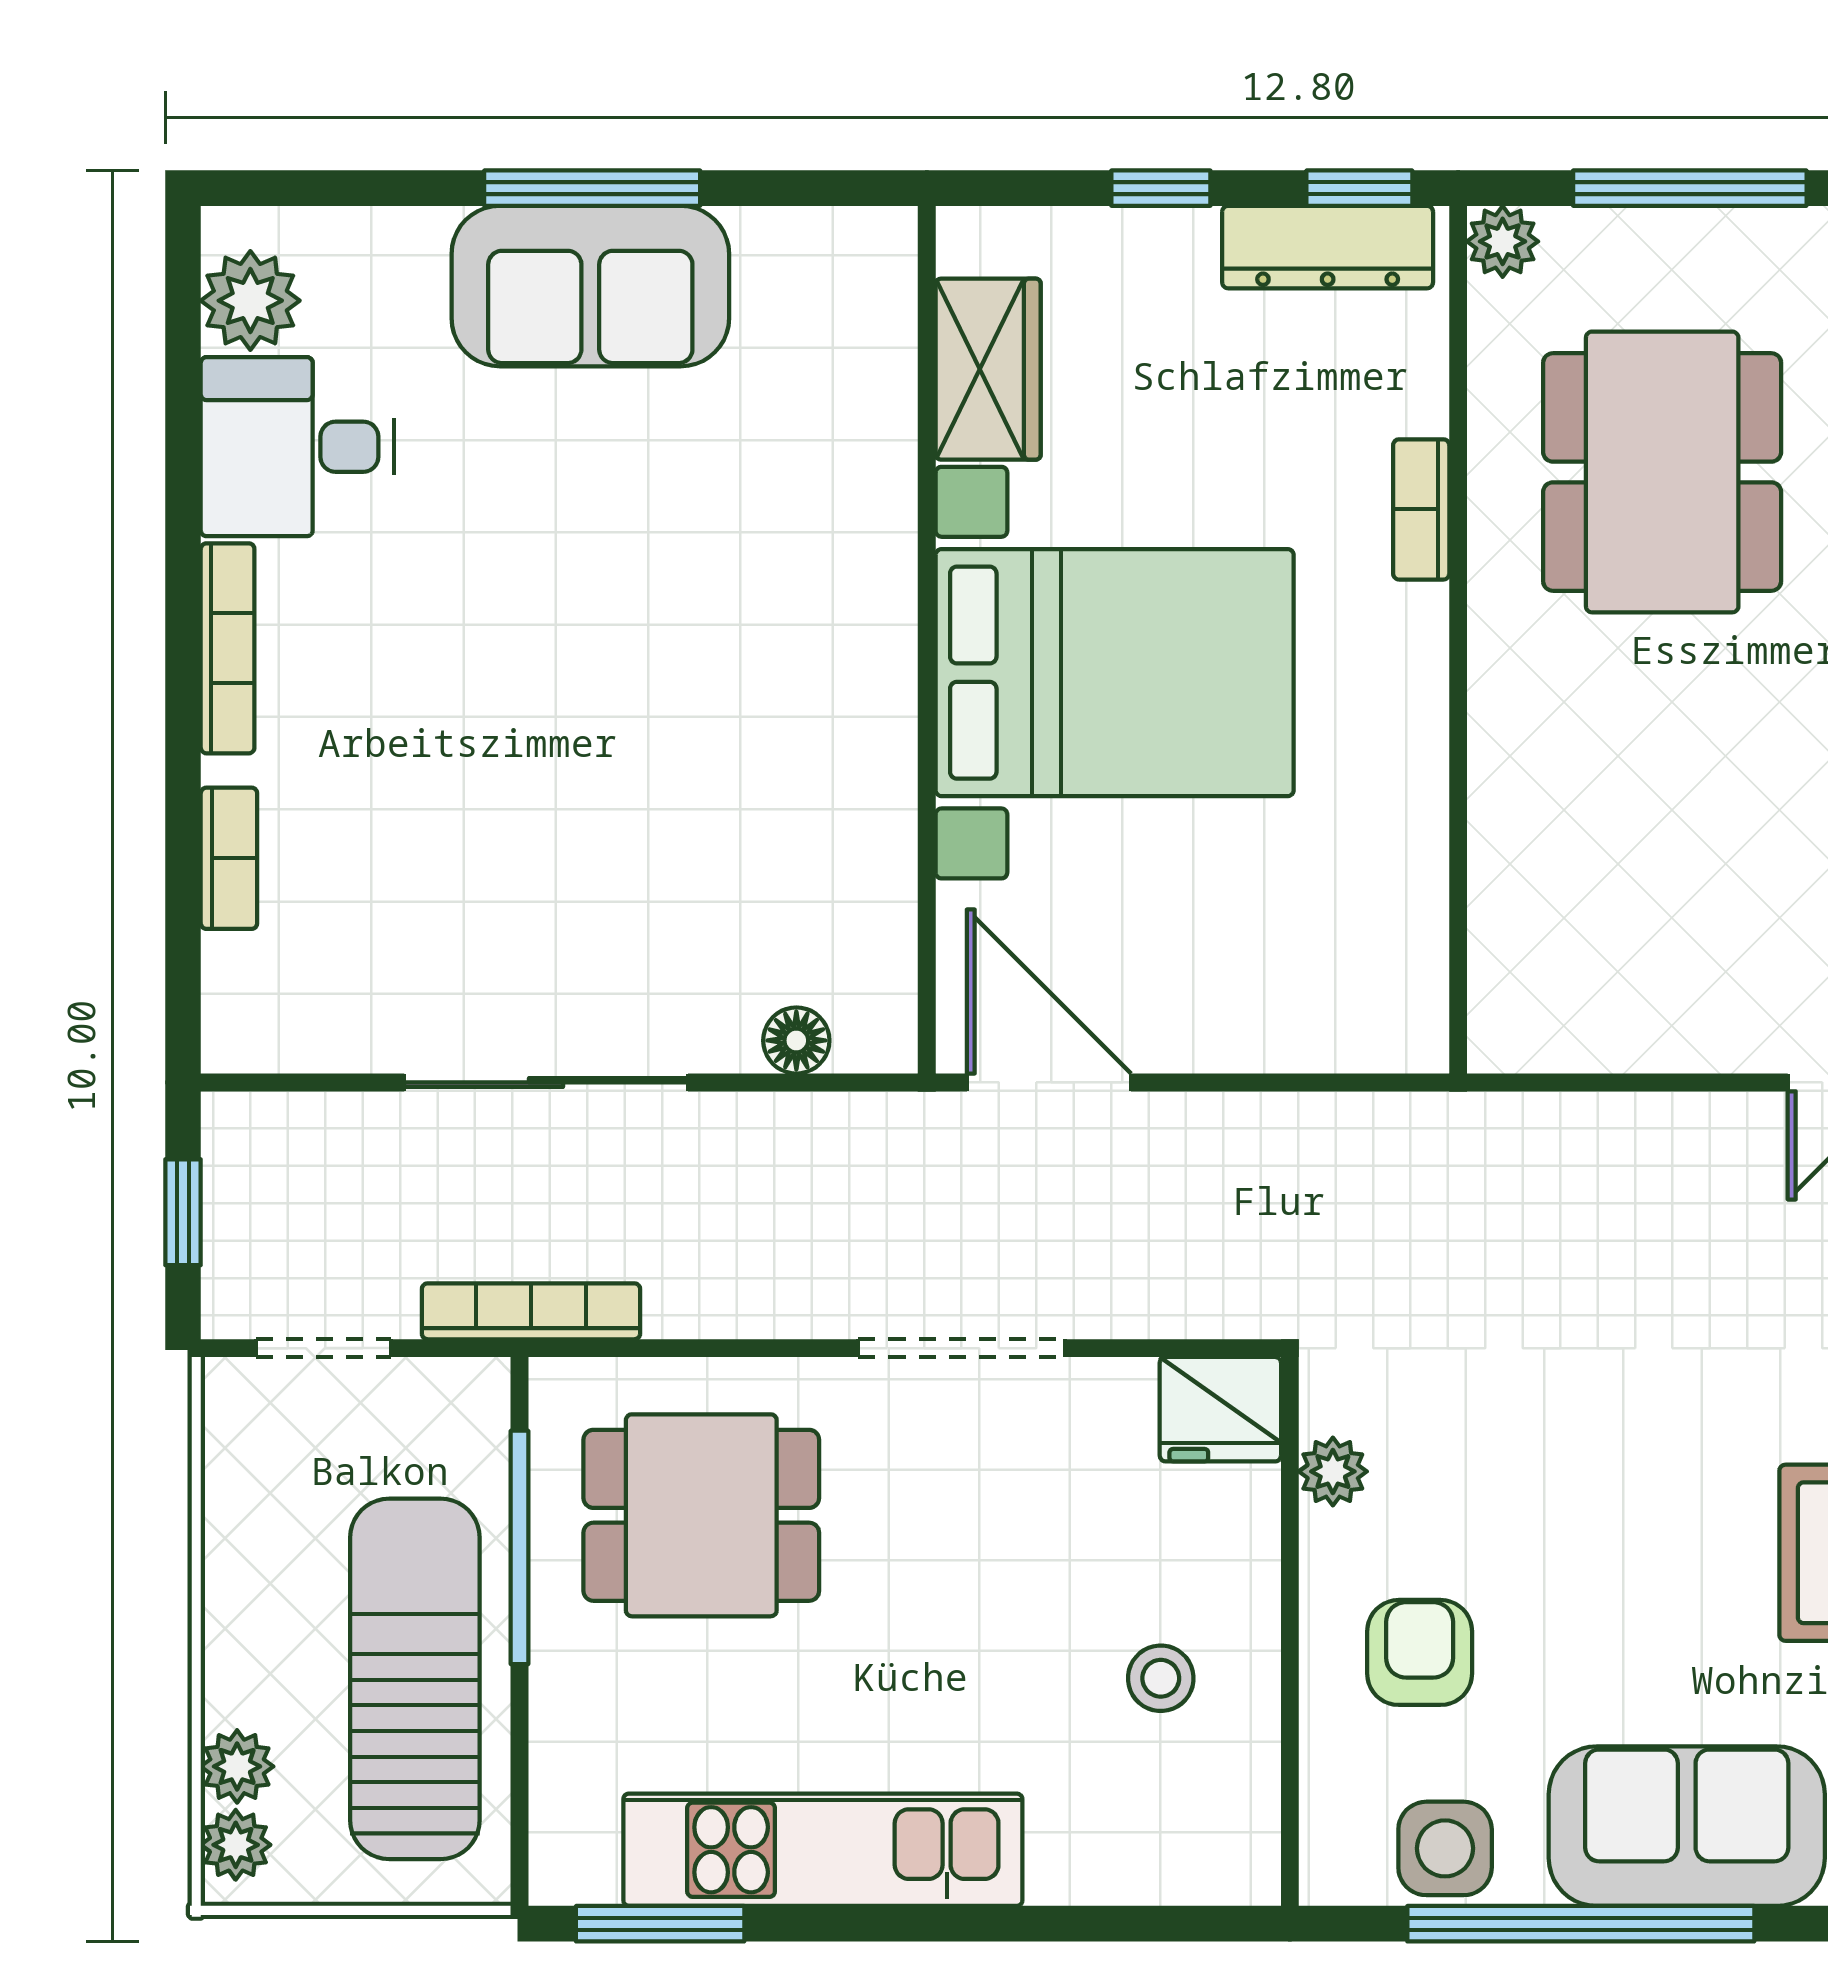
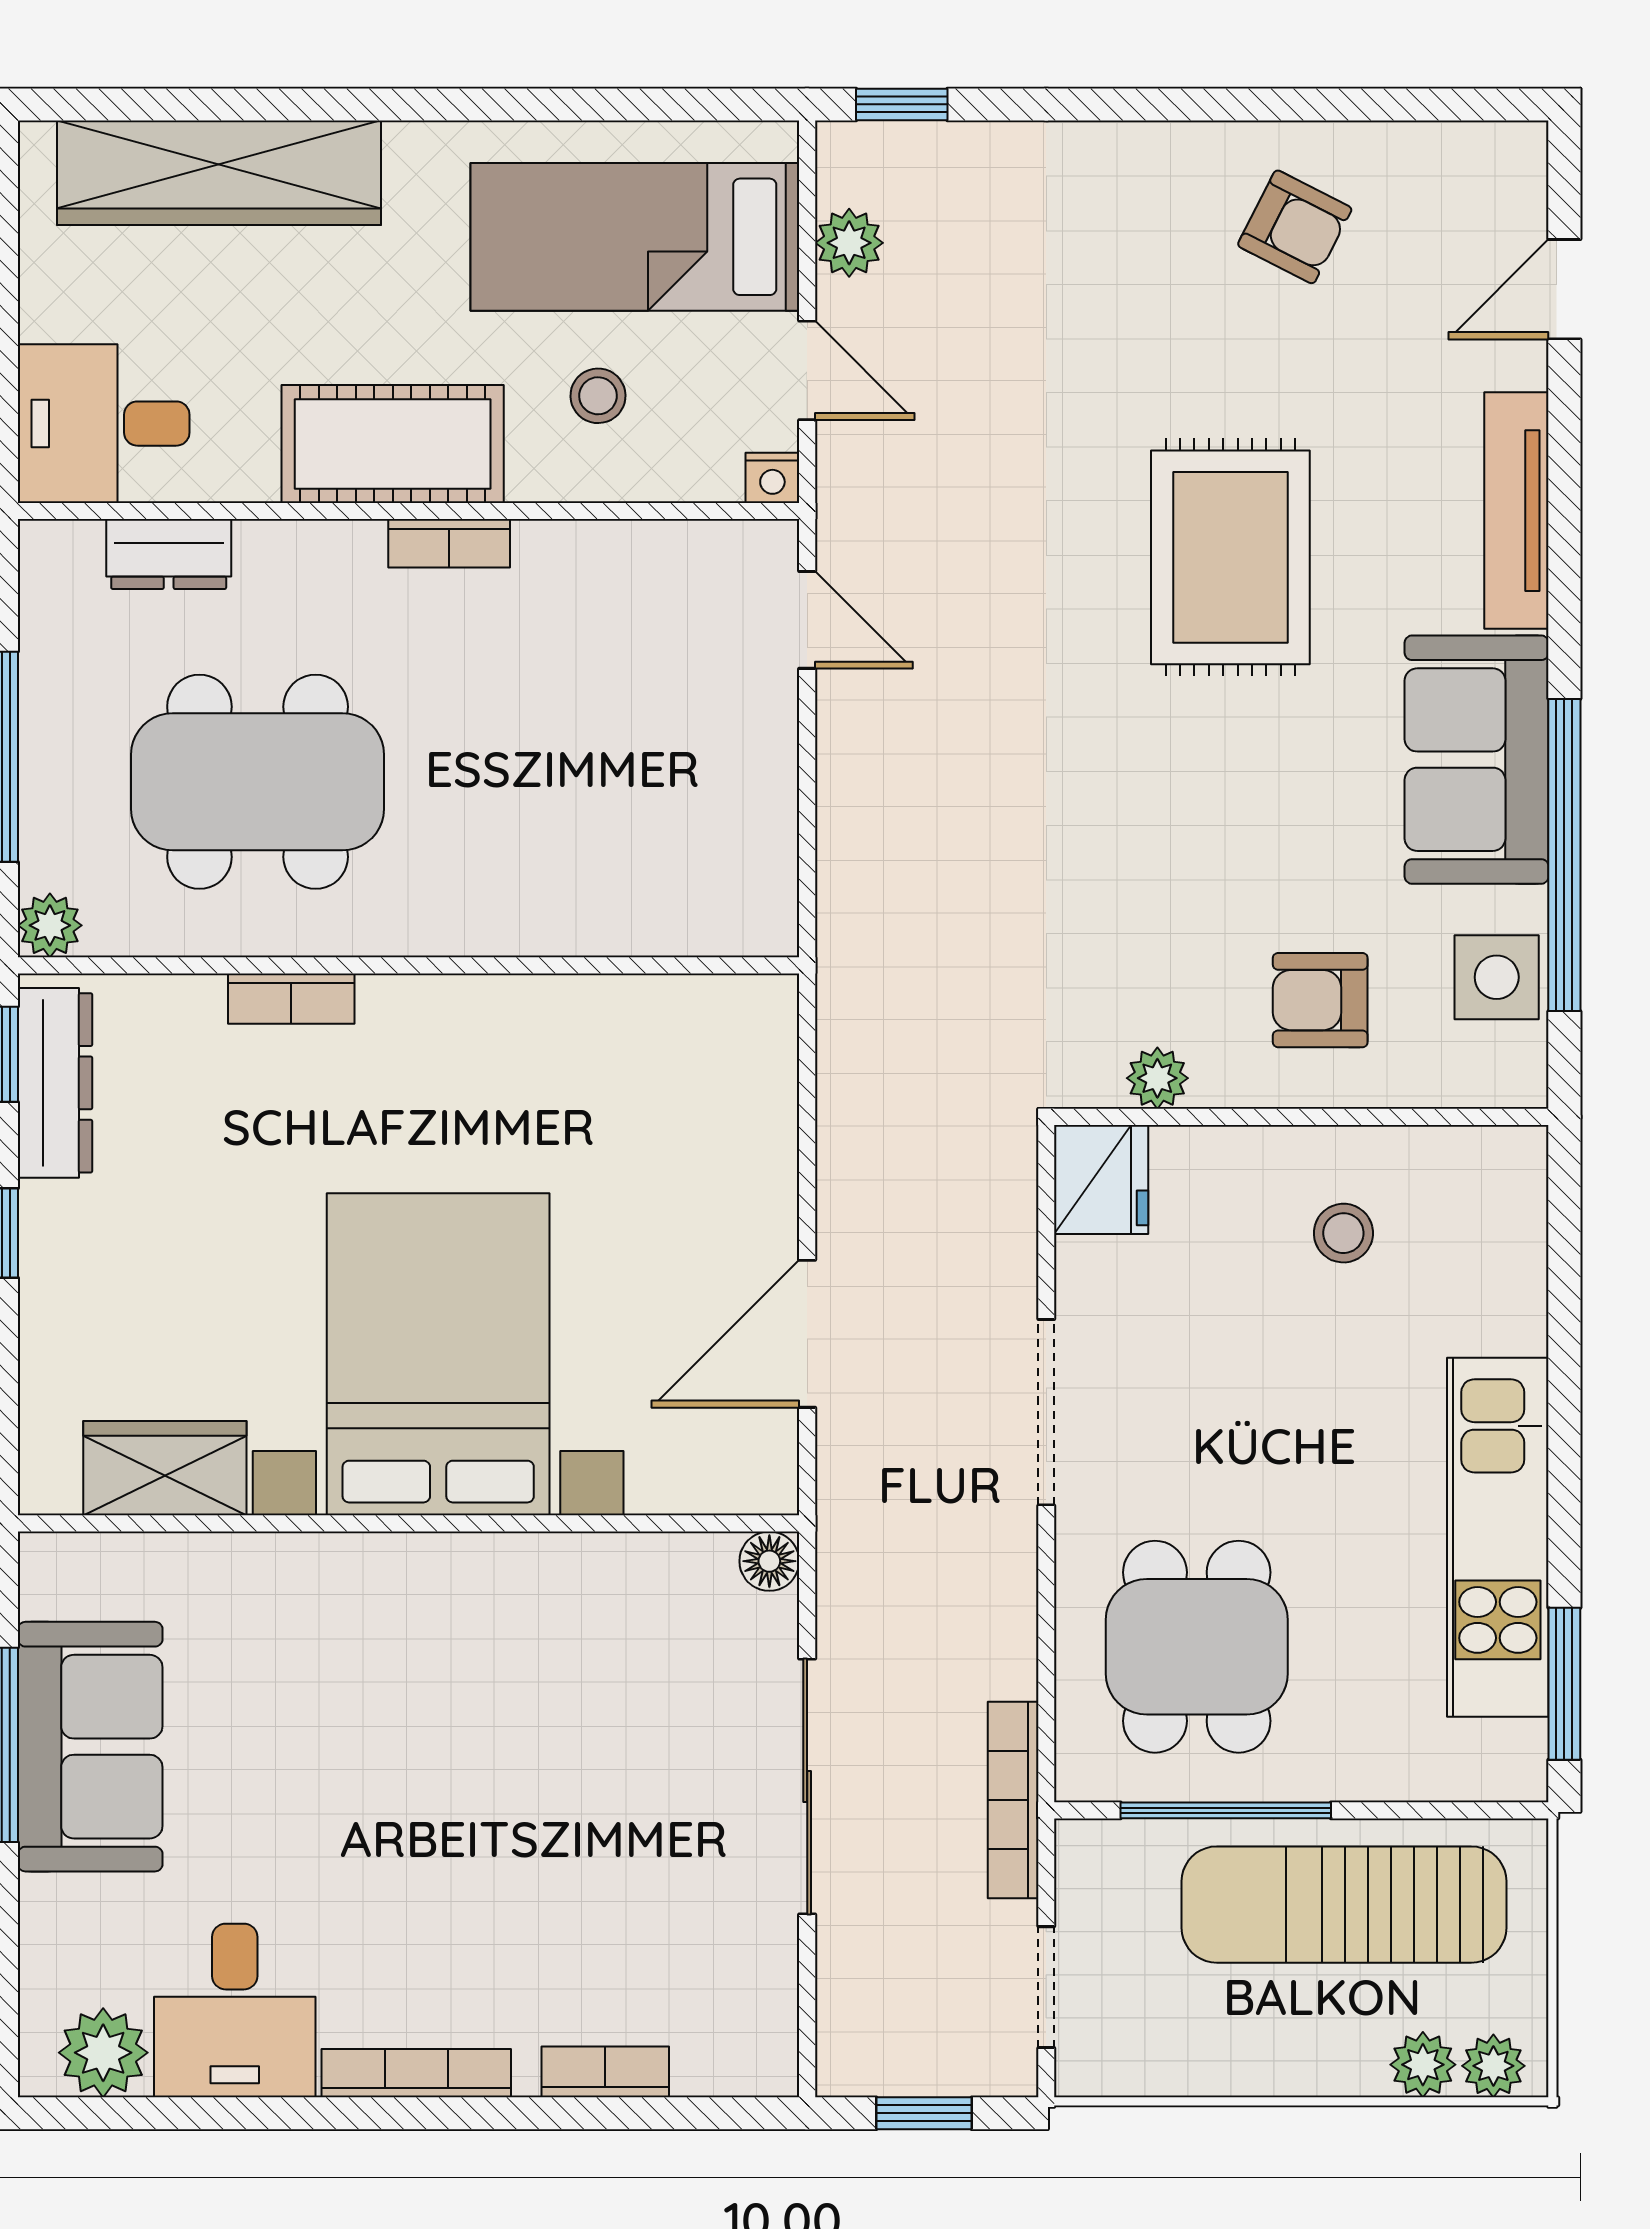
wardrobe: (988, 369) -> (165, 1468), moved
wall: (927, 640) -> (409, 1523), moved
bed with nightstands: (1115, 673) -> (438, 1354), moved

